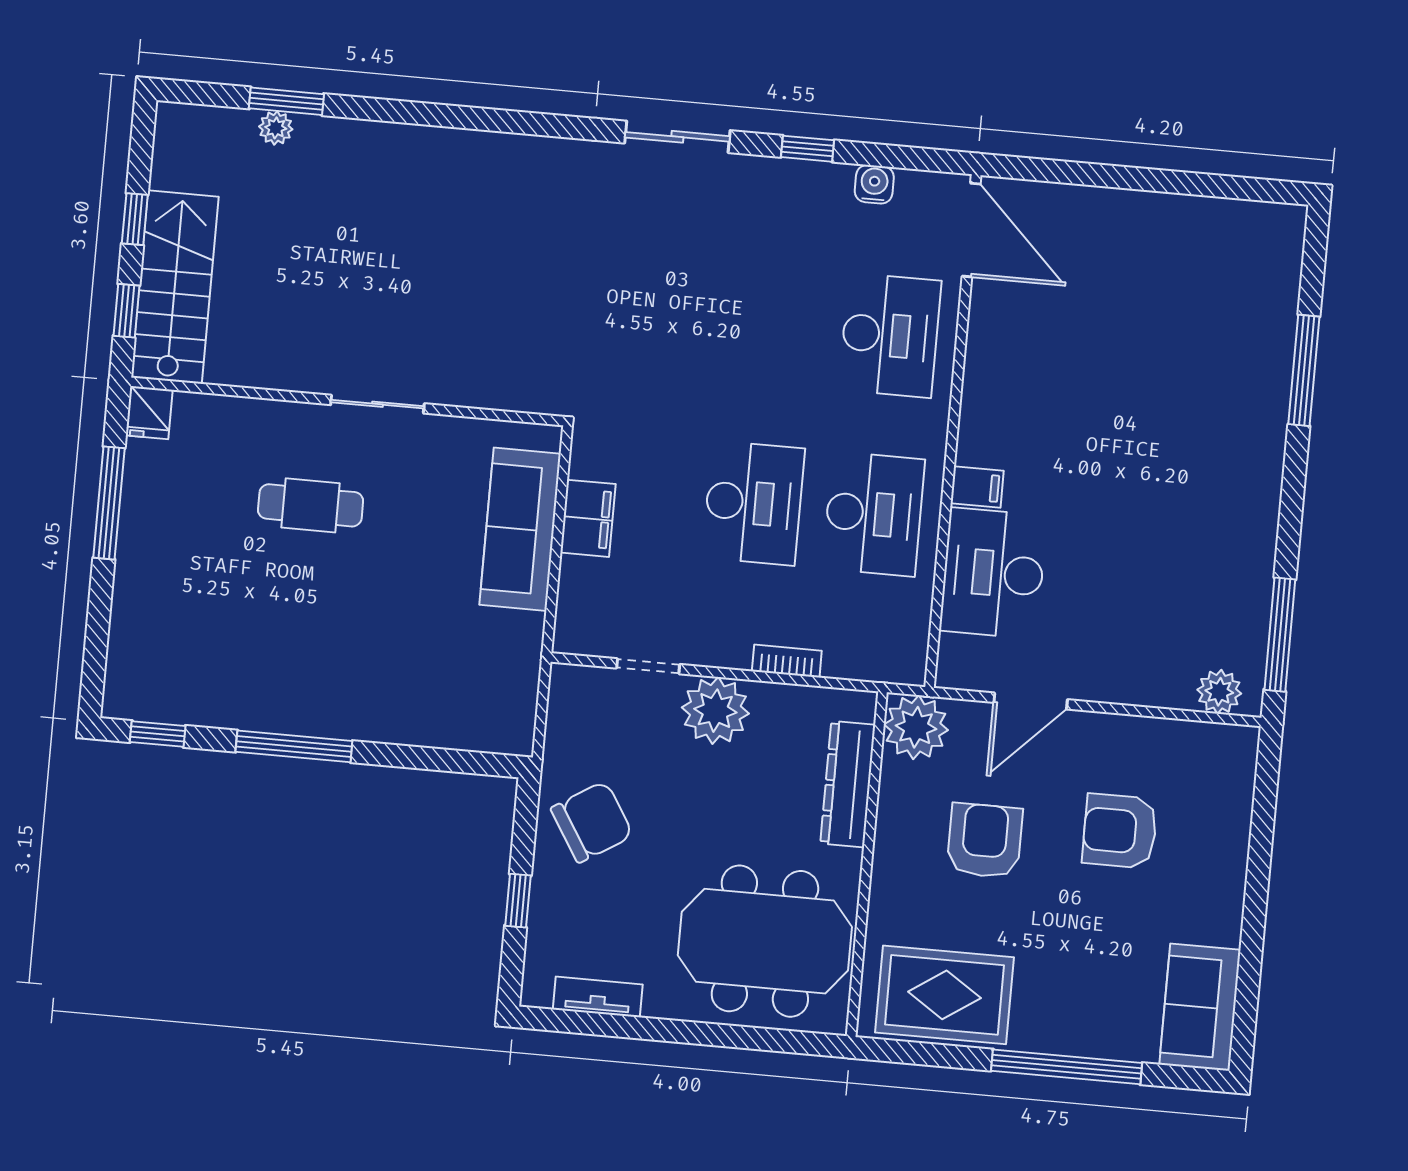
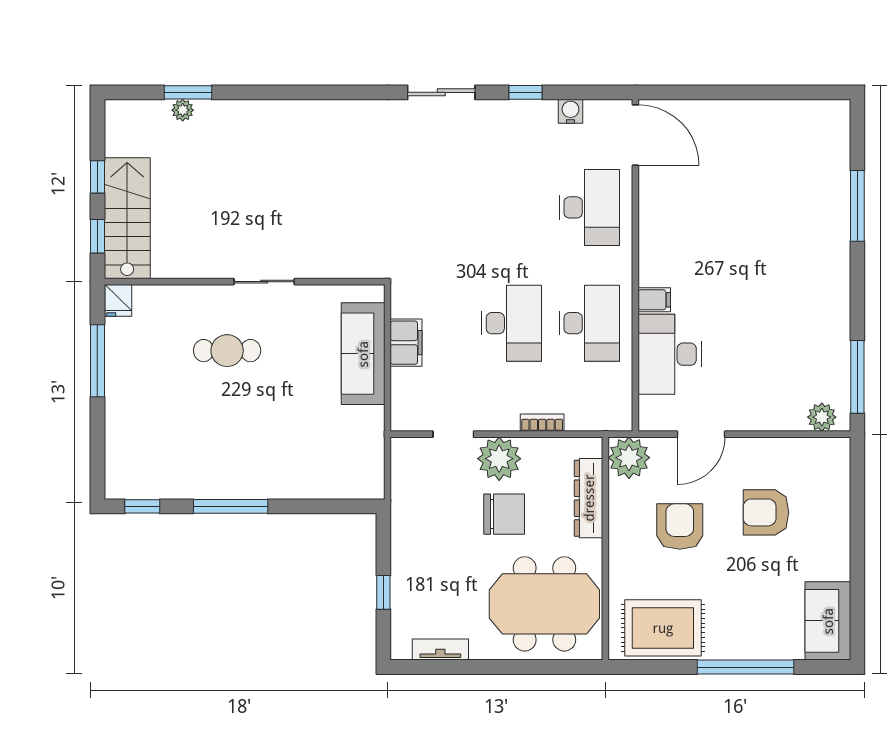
chair: (592, 822) -> (504, 514), moved, turned 32

